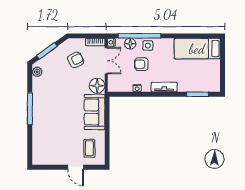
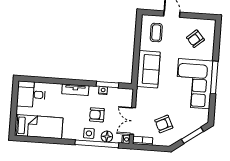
armchair: (141, 64) -> (97, 115), turned 180
plant: (37, 72) -> (204, 115), removed
desk: (207, 80) -> (31, 94), added
floor lamp: (97, 86) -> (144, 96), removed
window: (197, 94) -> (107, 85), moved
corner sofa: (49, 101) -> (194, 84), added
armchair: (51, 145) -> (195, 39), added

